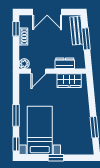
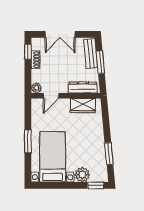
dresser: (65, 63) -> (83, 87), width x1.44
window: (16, 144) -> (28, 171), removed
plant: (69, 147) -> (82, 175), added
window: (56, 158) -> (96, 185), moved

